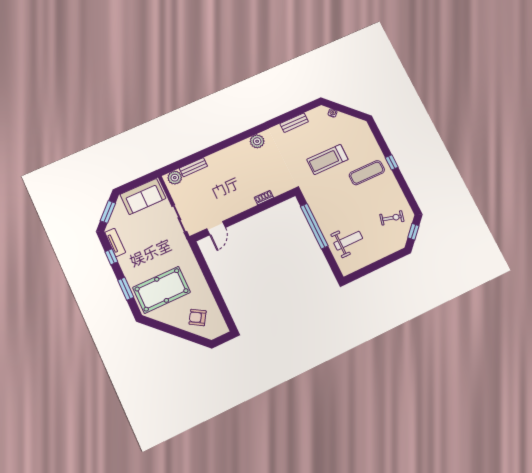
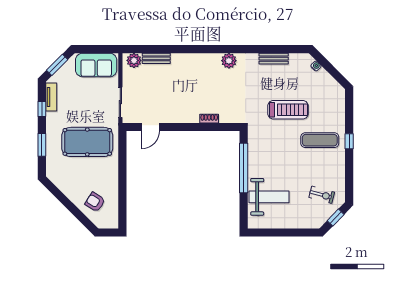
treadmill: (327, 159) -> (288, 110), turned 180
weight bench: (348, 241) -> (269, 197), width x1.36, depth x1.33
pool table: (162, 290) -> (87, 142), moved

